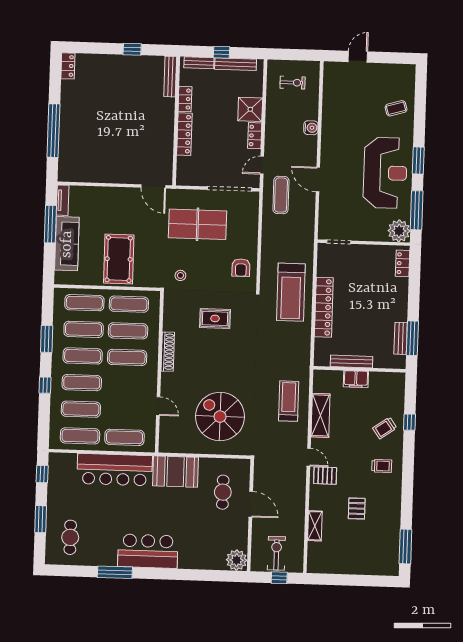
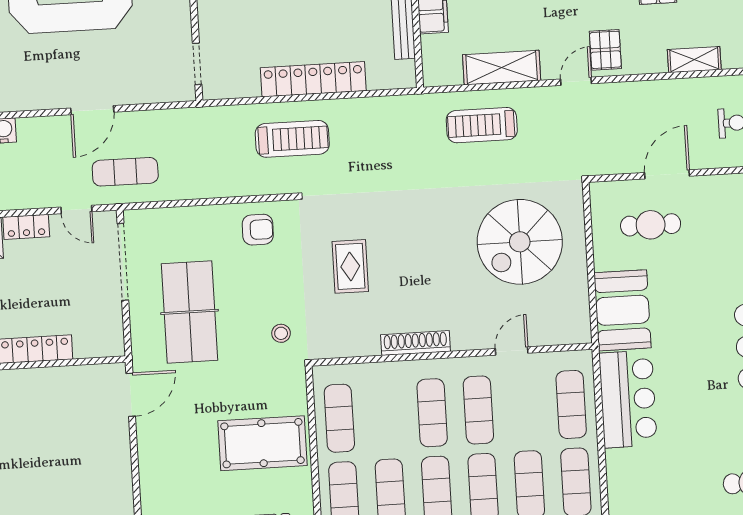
treadmill: (291, 292) -> (292, 139), width x0.73, depth x0.73
exercise mat: (128, 331) -> (478, 410), moved
bar counter: (115, 470) -> (628, 399), width x0.73

